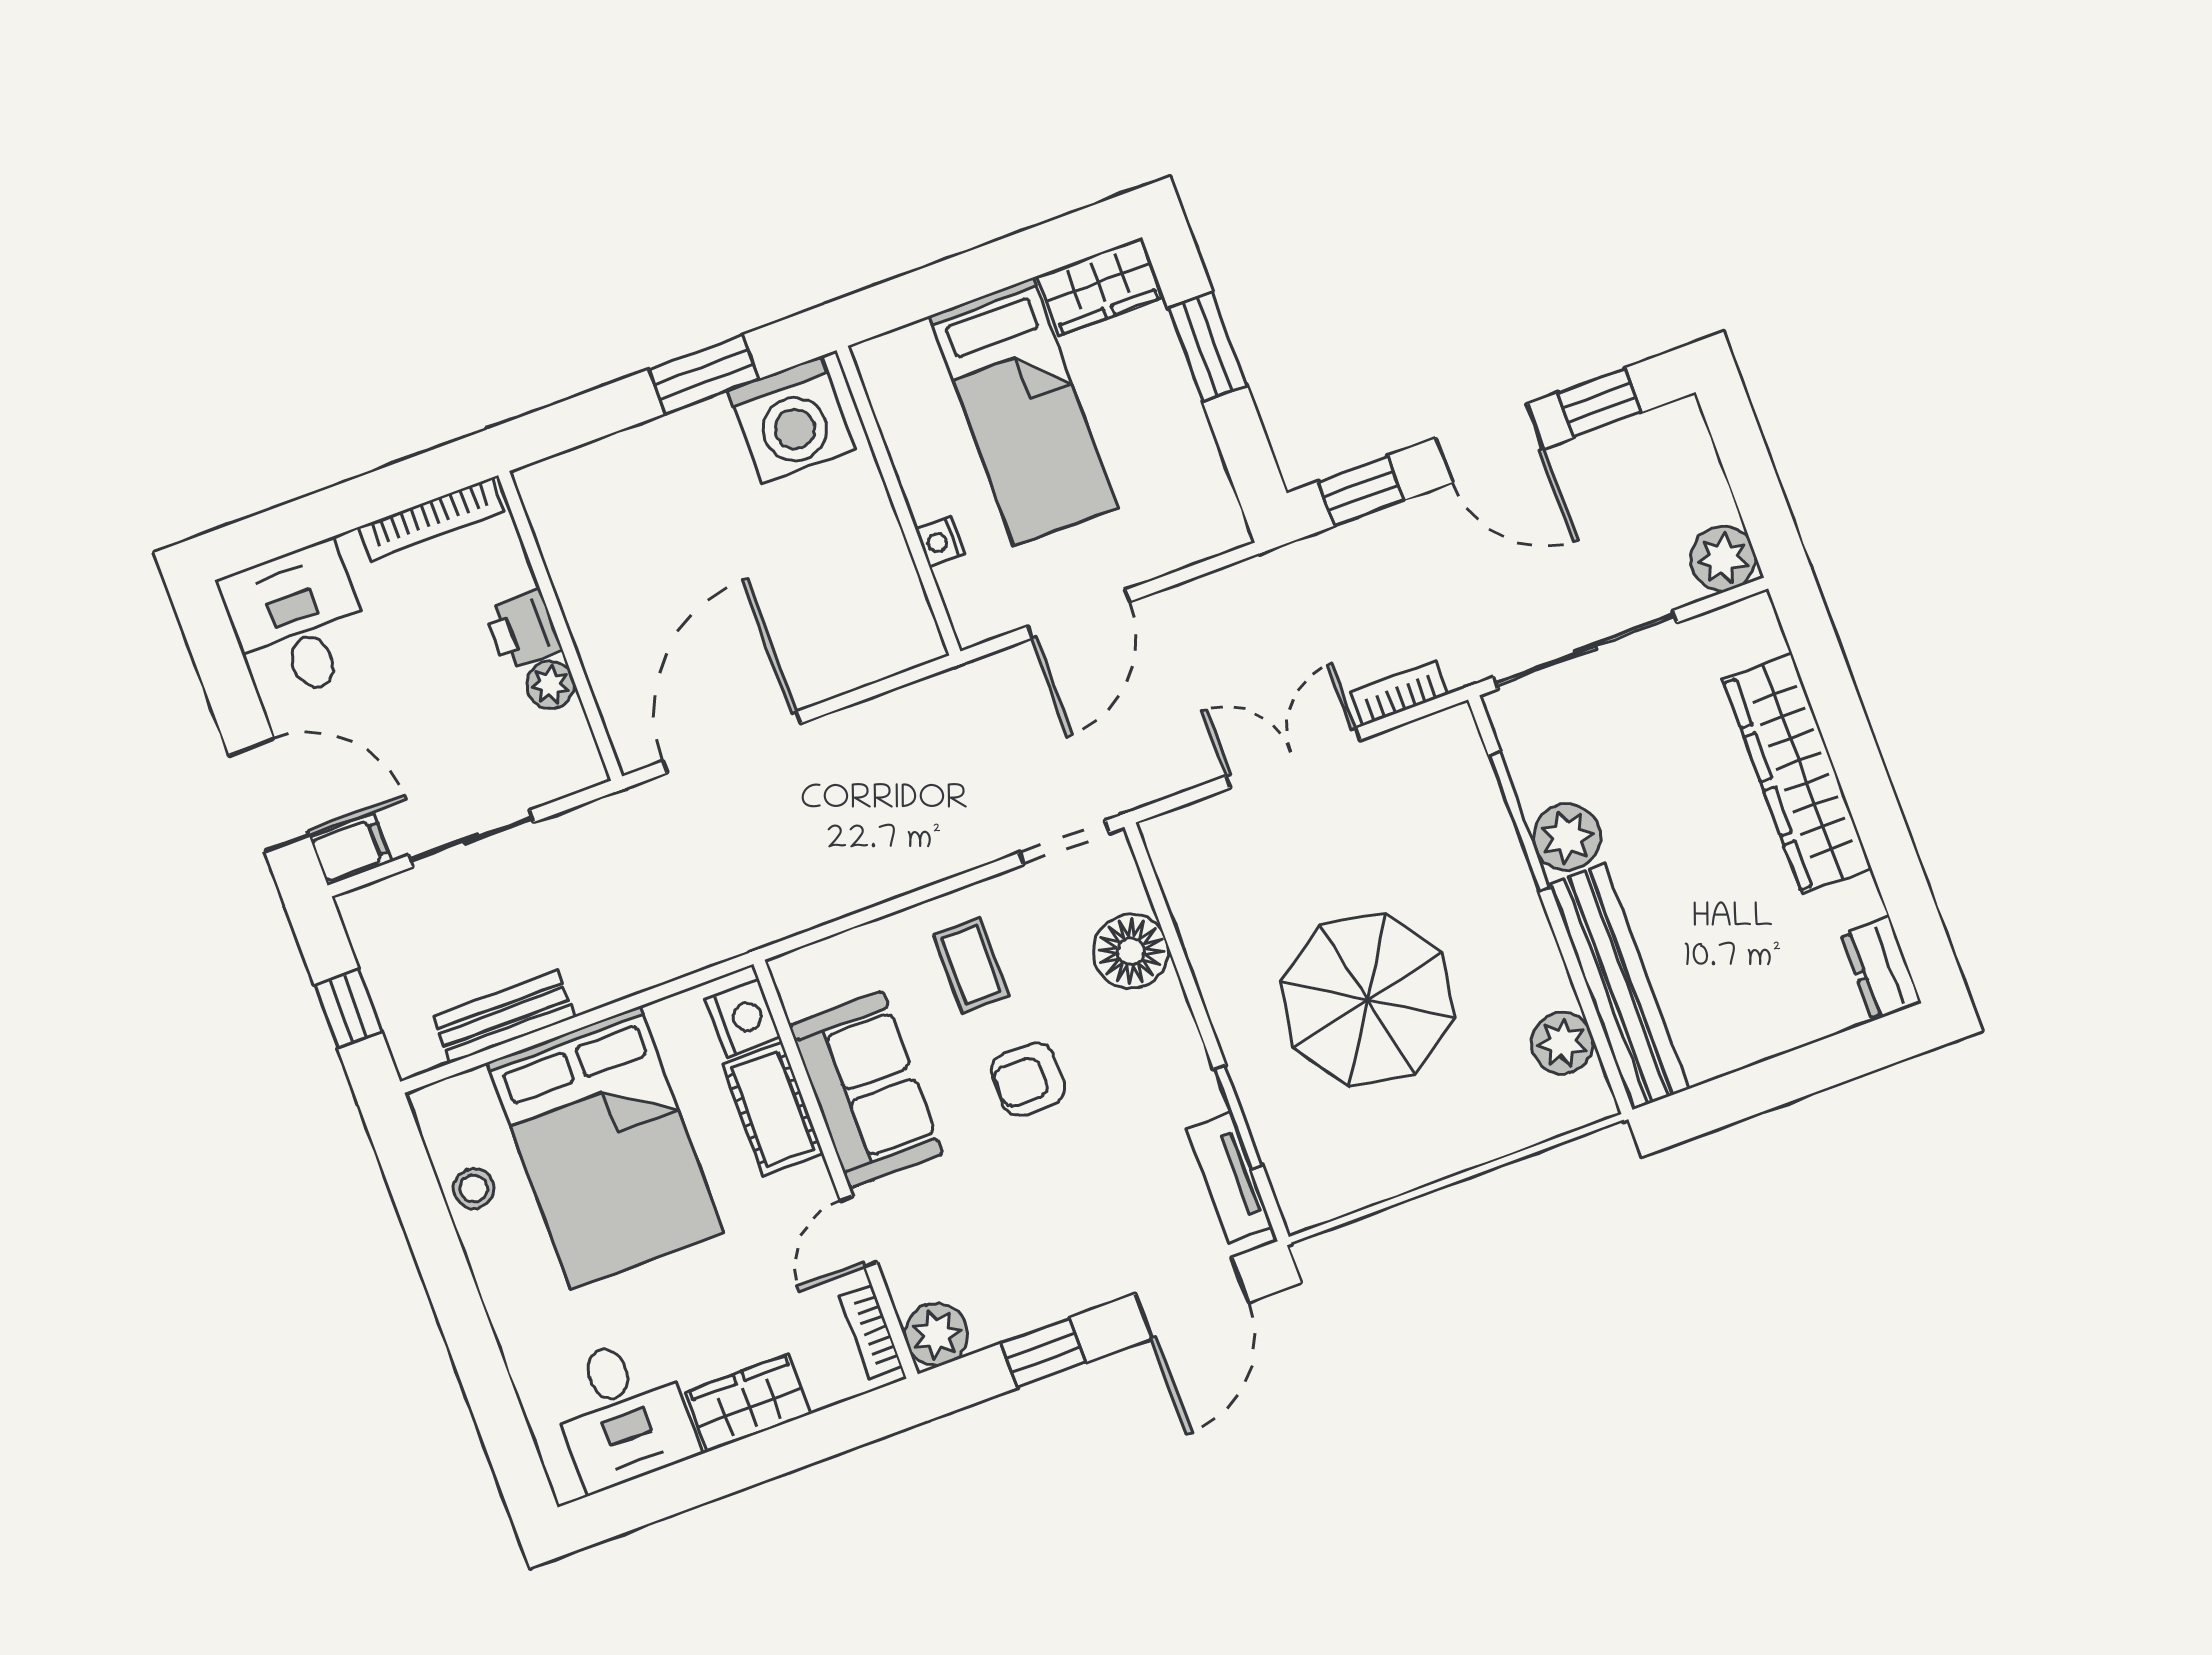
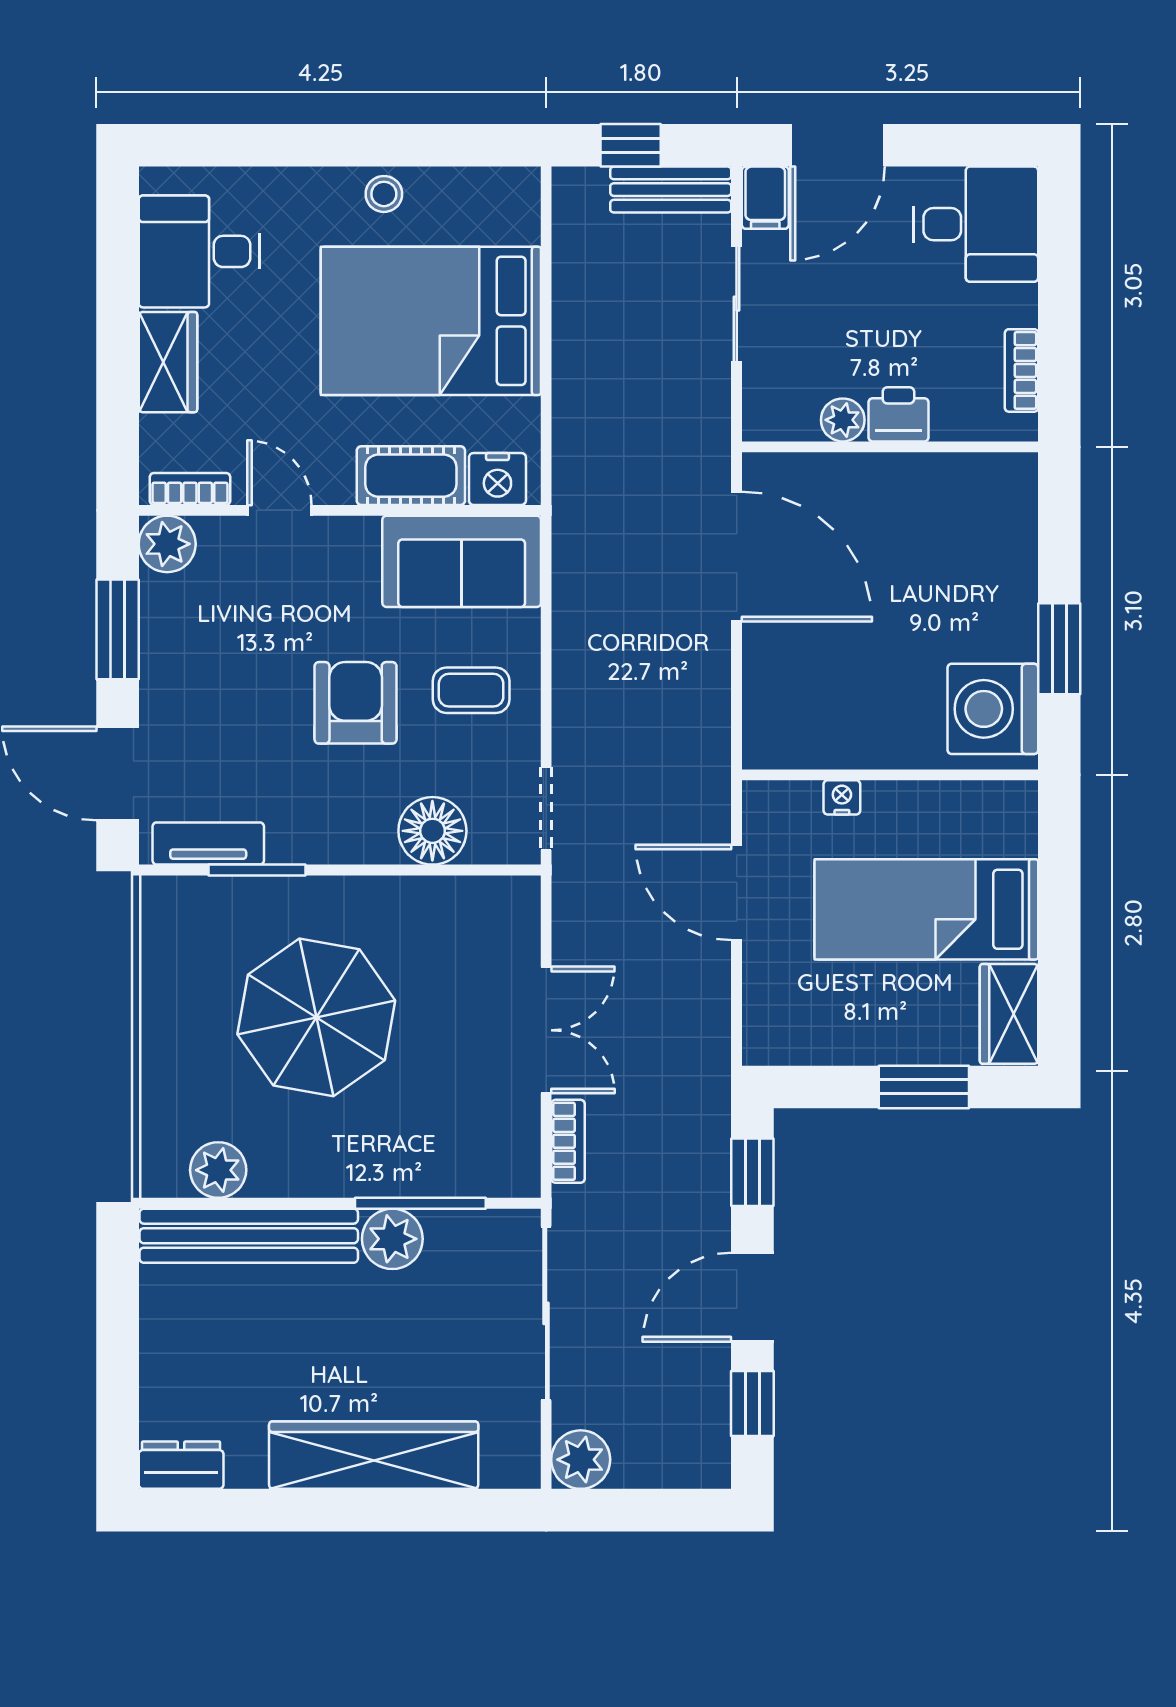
bookcase: (431, 519) -> (1021, 370), width x0.64
bench: (504, 1017) -> (671, 190), moved, turned 90
armchair: (1028, 1079) -> (356, 703), width x1.38, depth x1.38
sofa: (866, 1090) -> (462, 561), moved
stool: (474, 1188) -> (384, 194), moved
window: (1043, 1353) -> (118, 629), width x1.50

